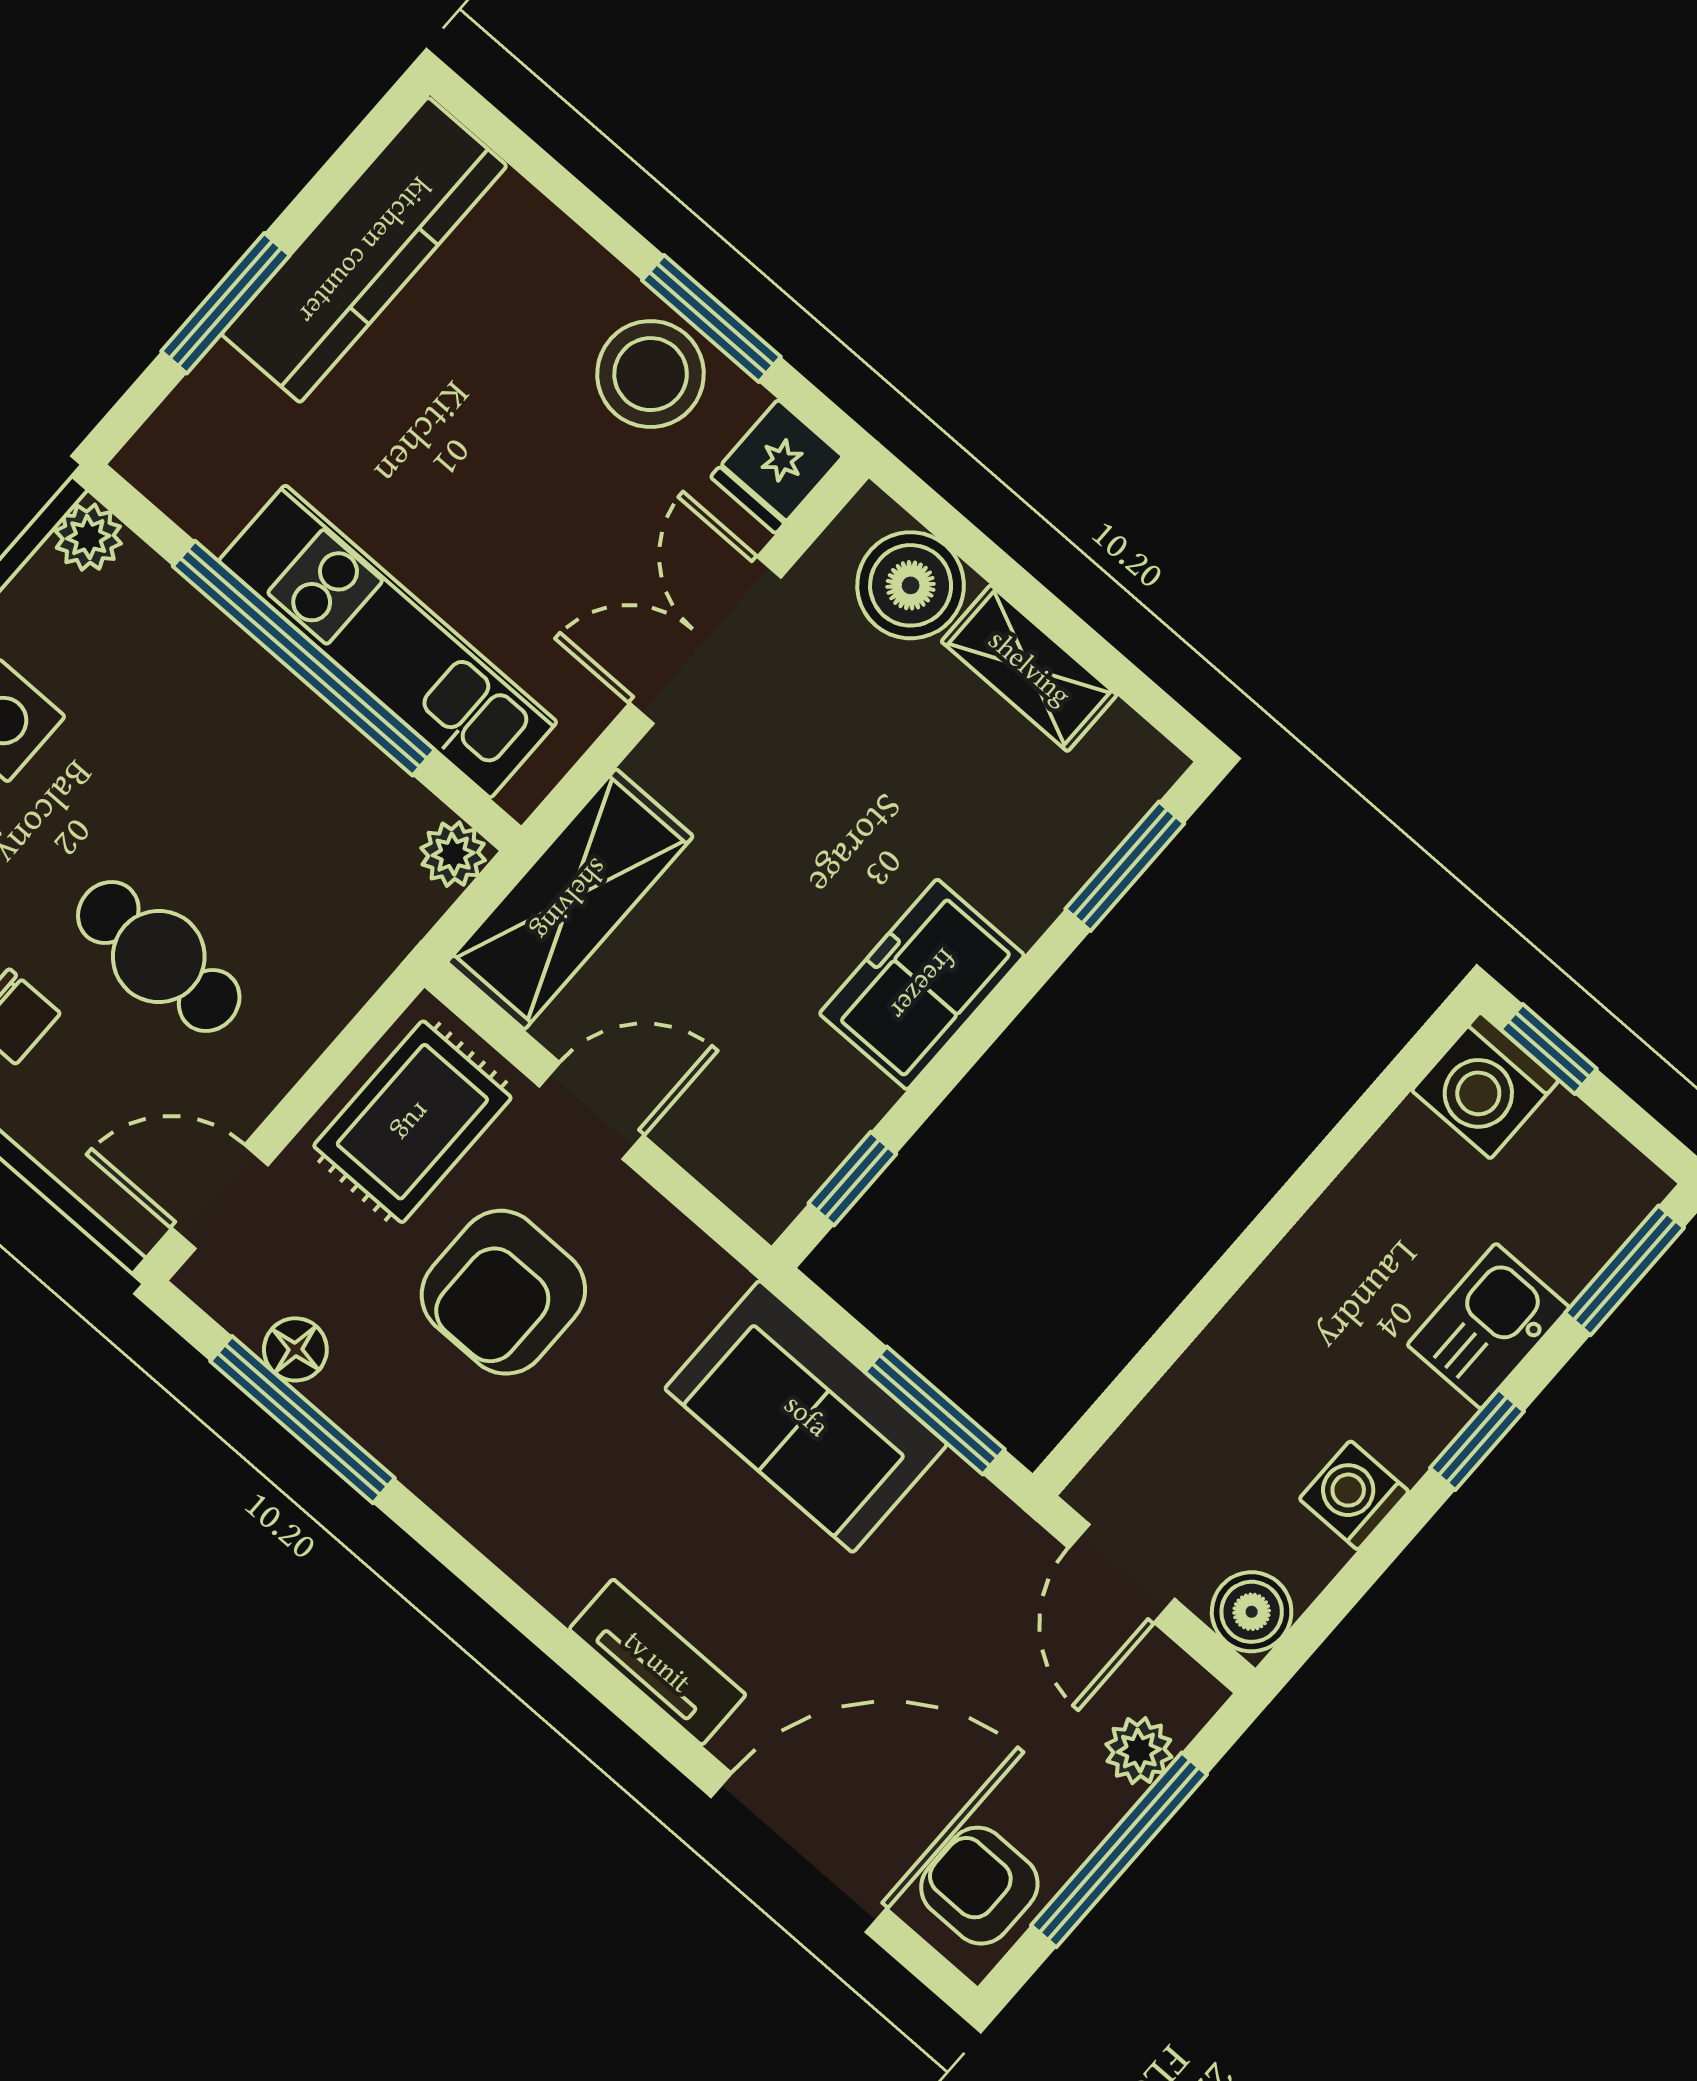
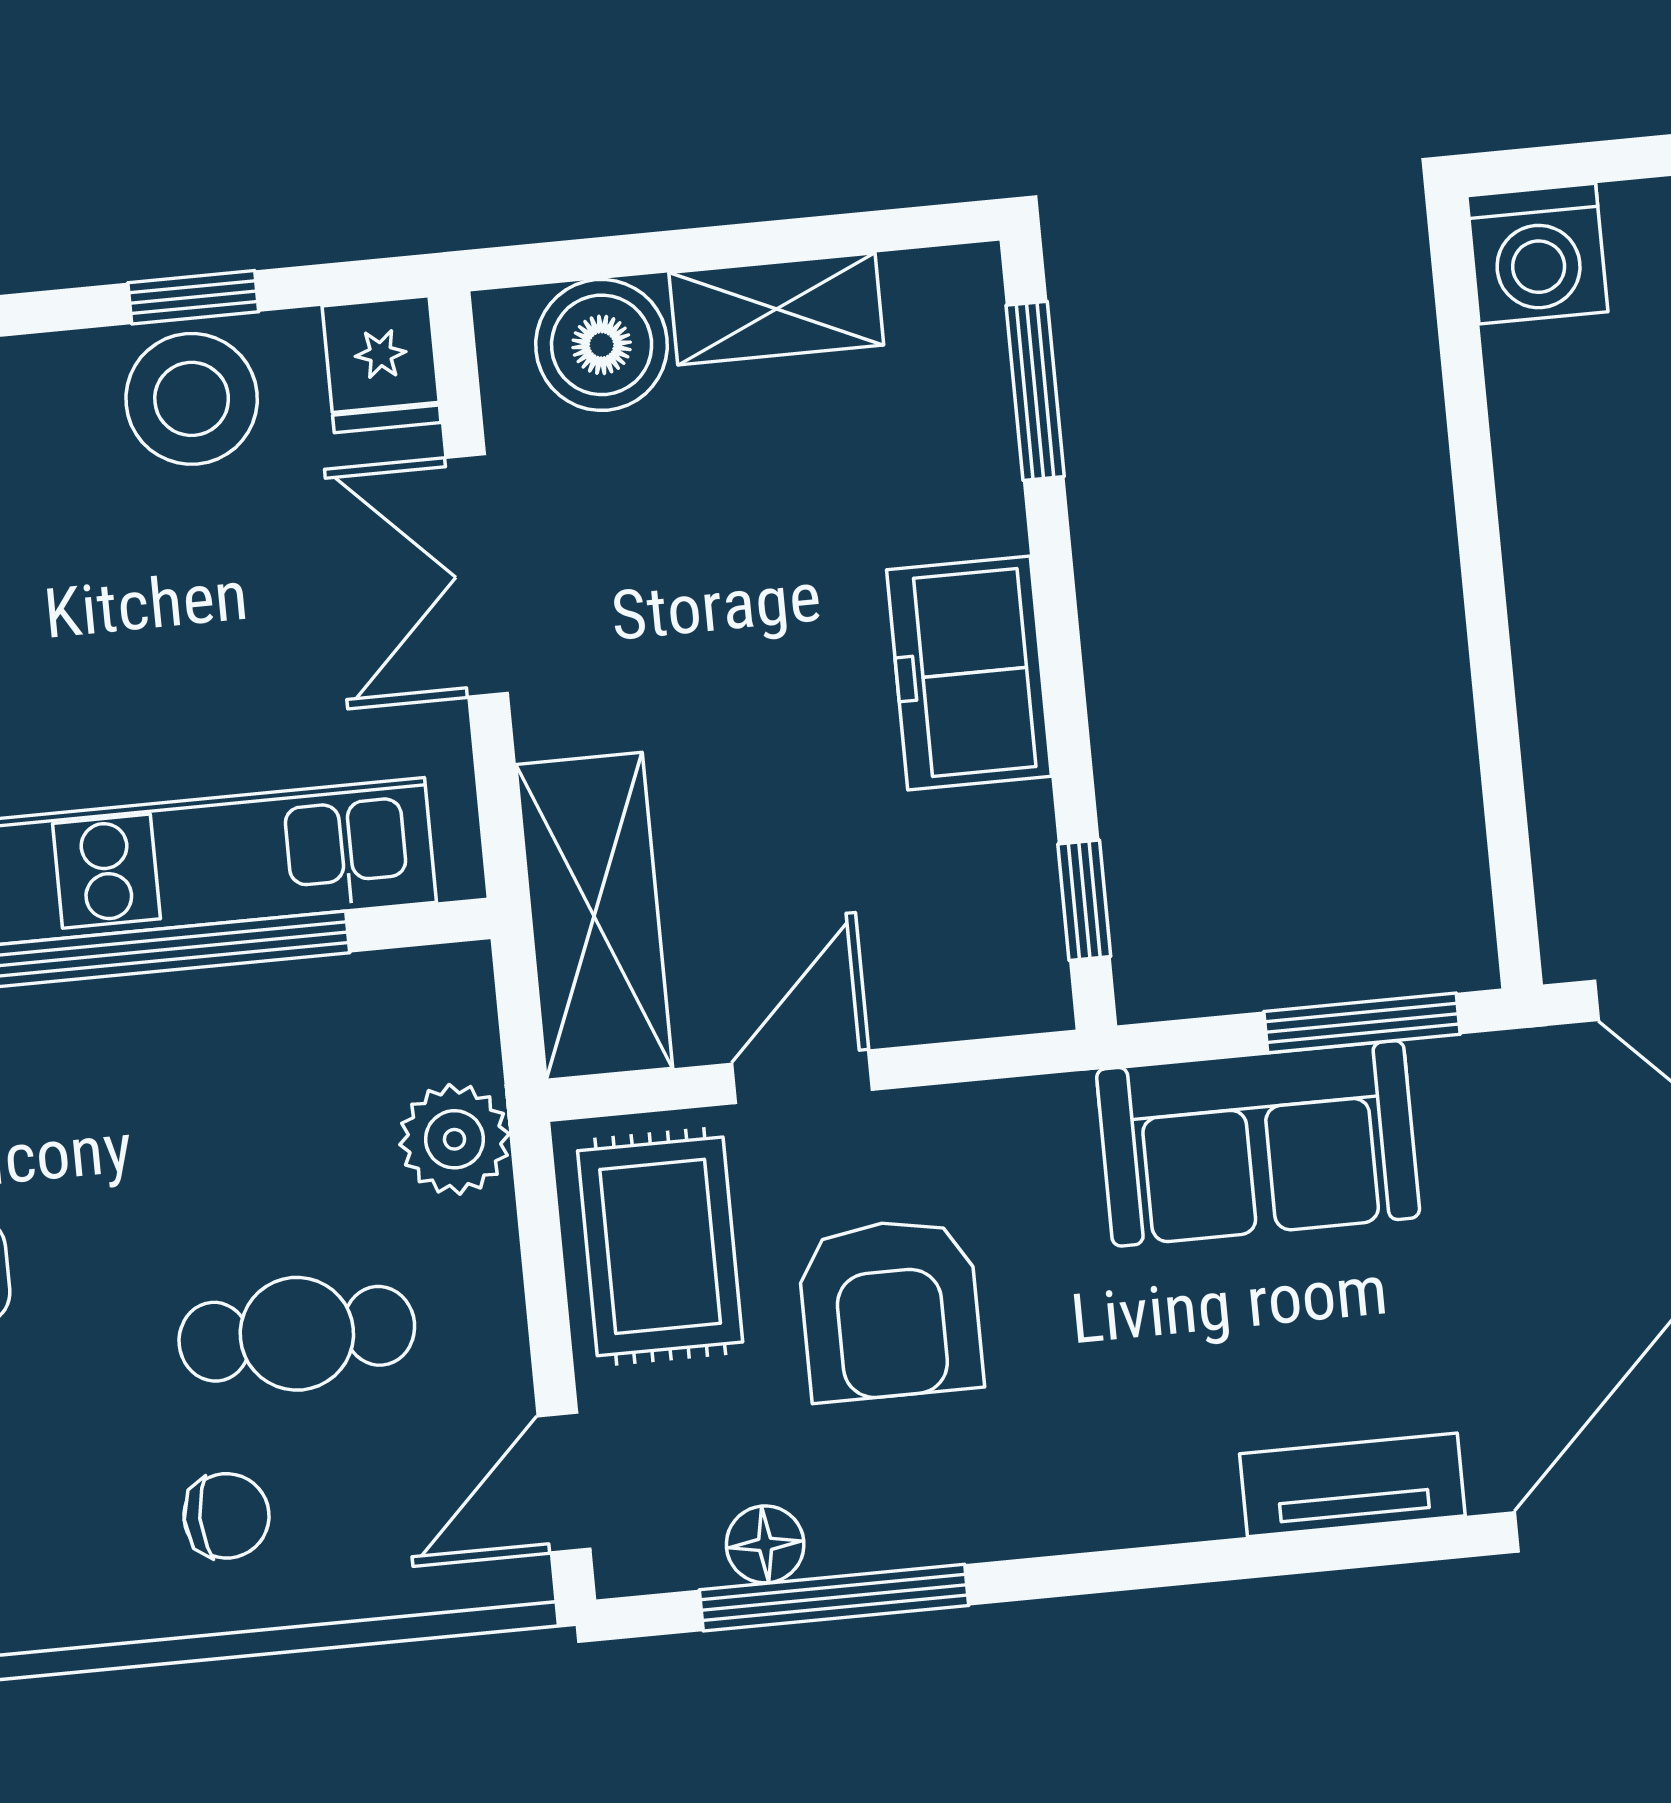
window: (711, 318) -> (193, 297), width x0.67
plant: (453, 854) -> (454, 1139), moved, width x1.38, depth x1.38
window: (1549, 1049) -> (1558, 166), removed

